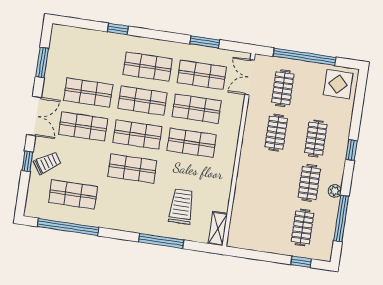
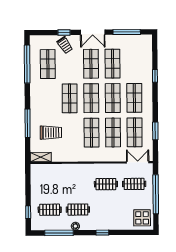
window: (42, 62) -> (127, 32), width x1.44
clothes rail: (316, 139) -> (106, 209), removed

